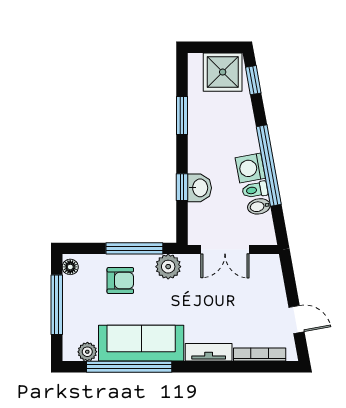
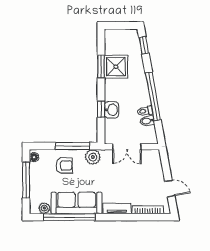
shower: (223, 72) -> (116, 67), moved
washing machine: (250, 168) -> (142, 98), removed

